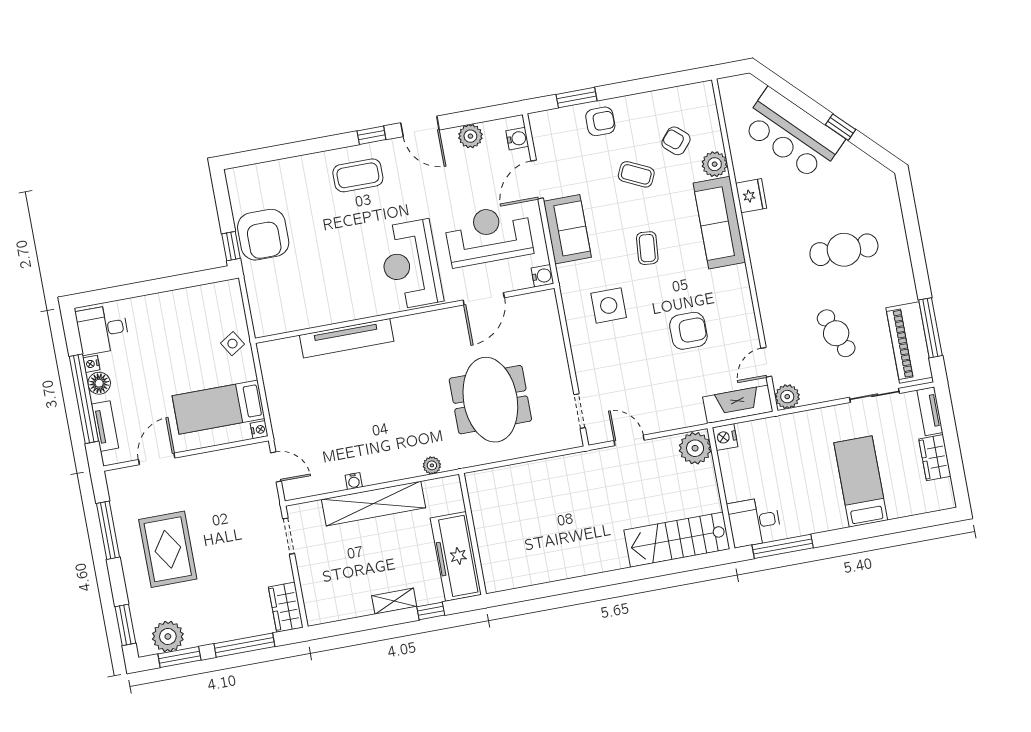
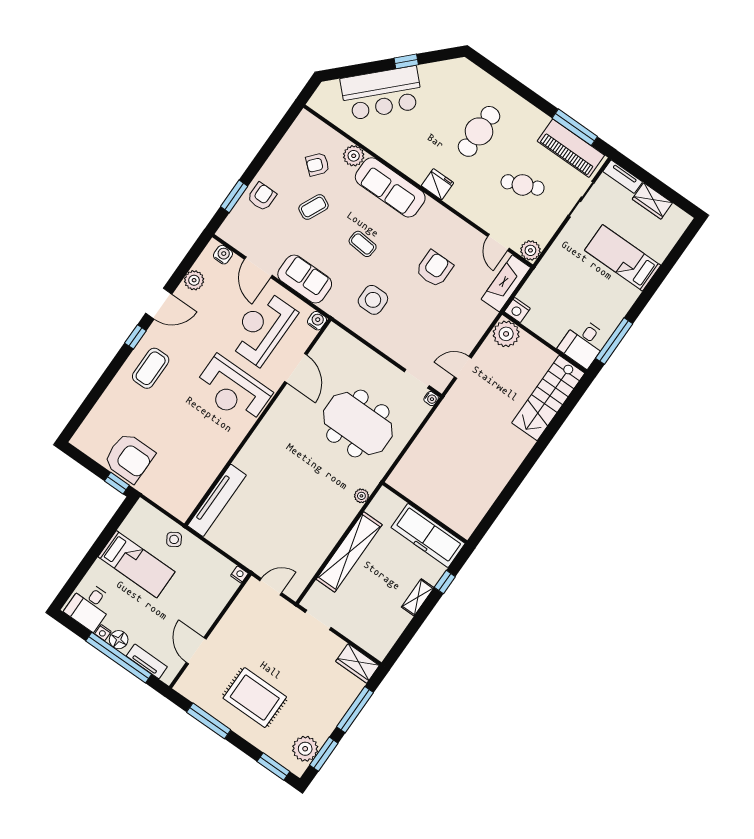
fridge: (751, 196) -> (437, 184), moved
tv unit: (347, 338) -> (217, 500), moved
bed: (218, 407) -> (137, 564), moved, turned -90
water cooler: (354, 481) -> (431, 399), moved

